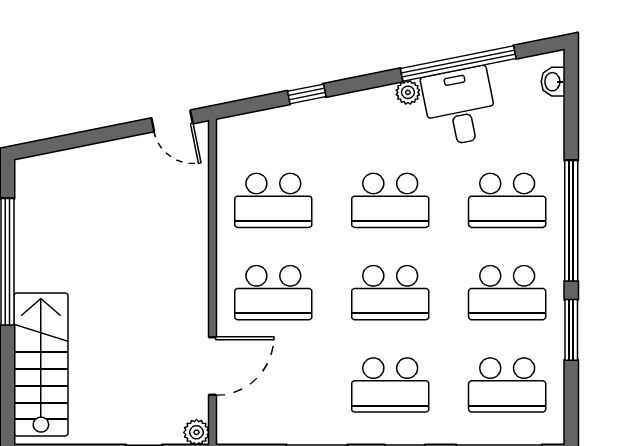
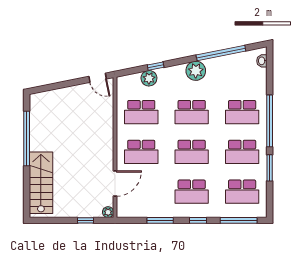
plant: (408, 92) -> (196, 71), width x1.88, depth x1.88
desk: (460, 107) -> (222, 72), removed
plant: (291, 122) -> (149, 78), added

